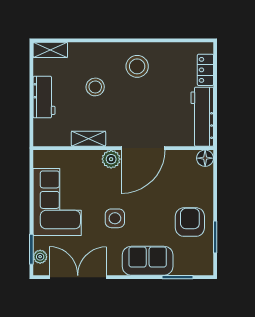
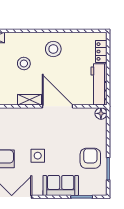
shelving: (88, 139) -> (30, 100), moved
door: (143, 148) -> (57, 106), swing flipped
plant: (111, 159) -> (35, 114), removed

